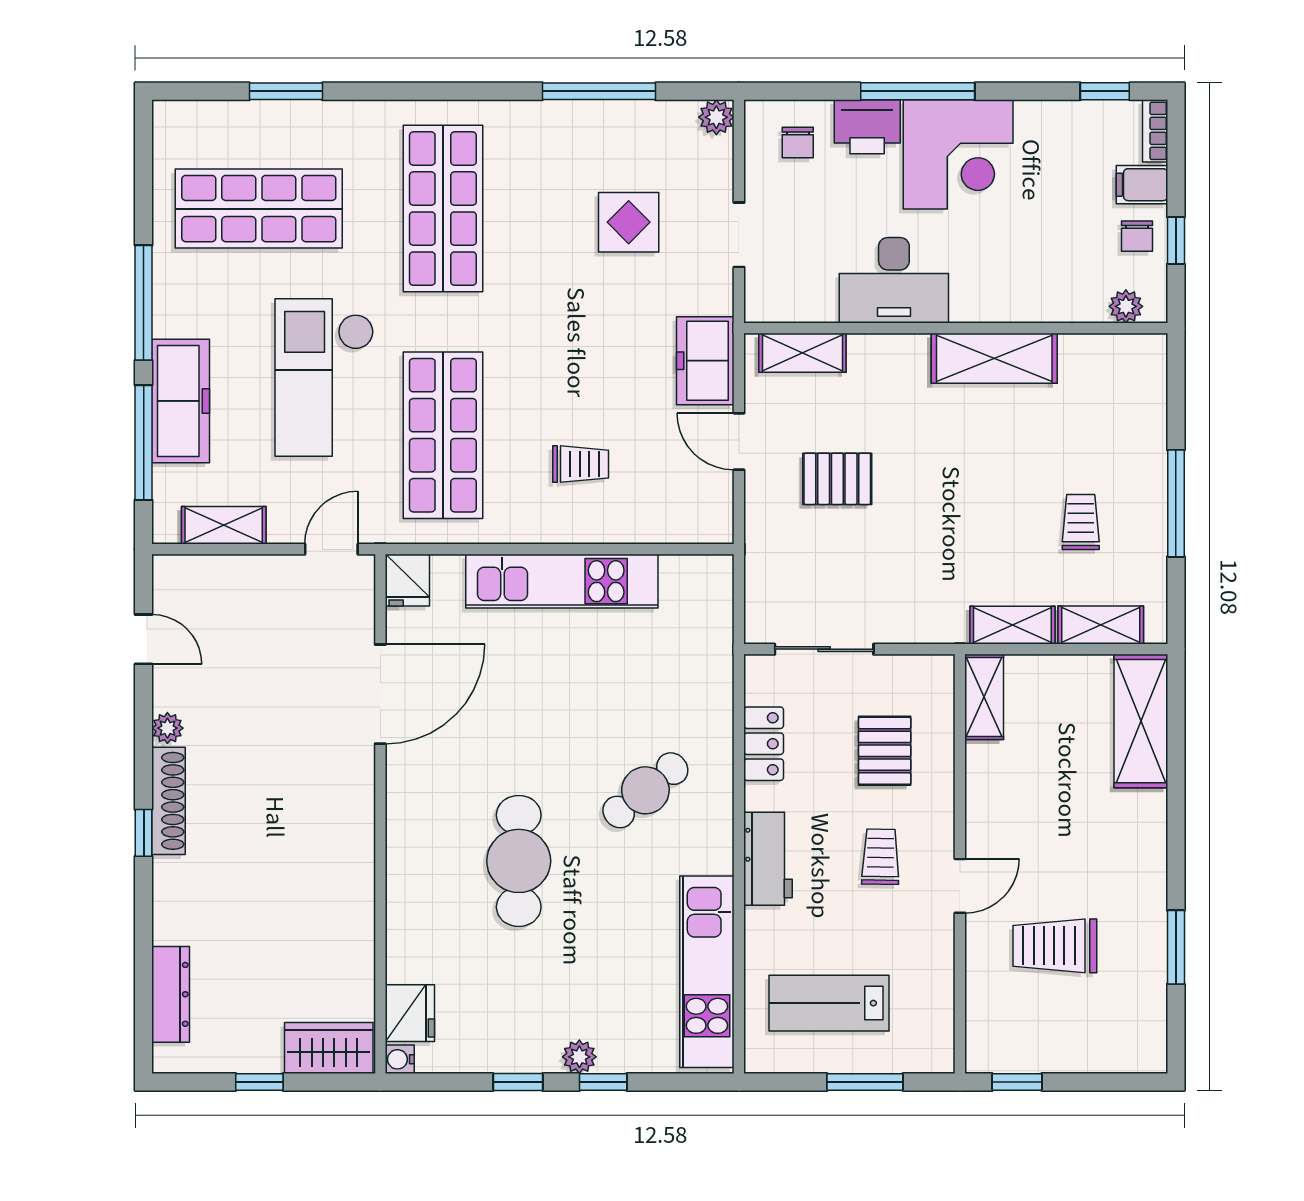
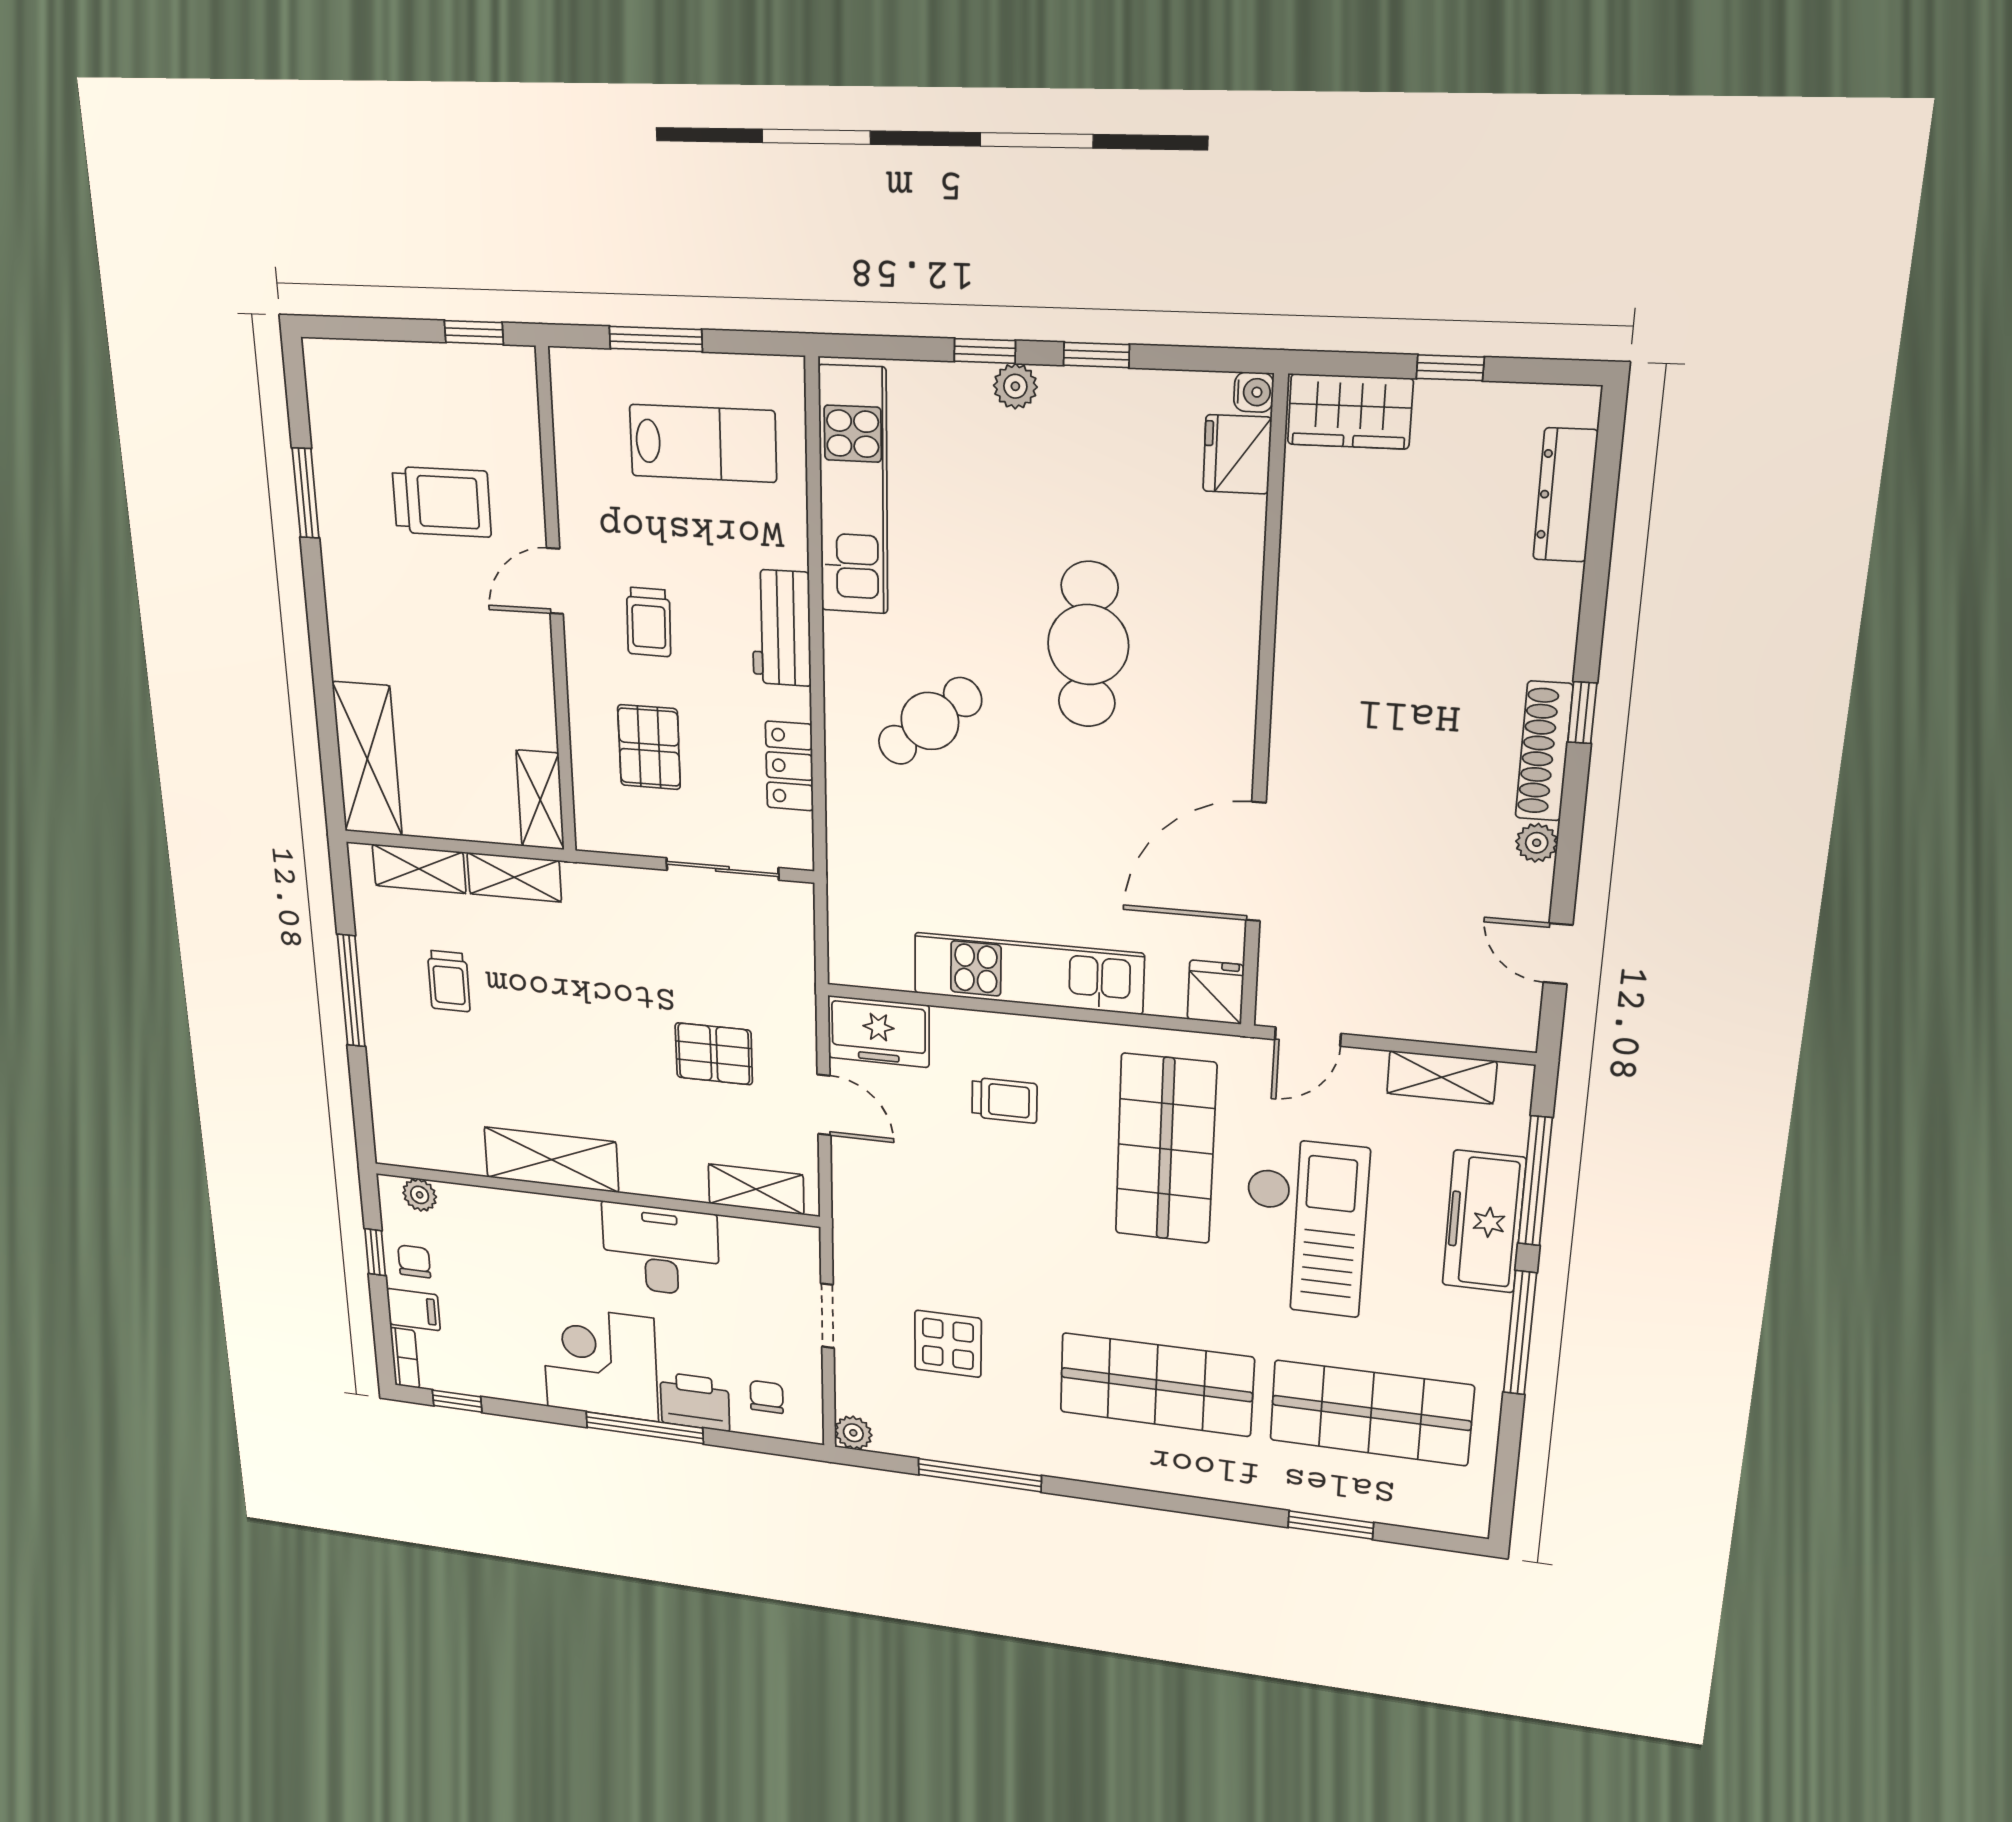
shop shelf: (443, 209) -> (1156, 1385), turned 90
freezer: (705, 361) -> (879, 1031), moved, turned 90
trolley: (581, 464) -> (1004, 1100), turned 180

